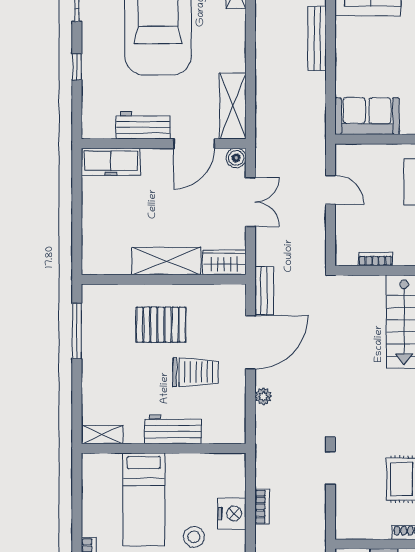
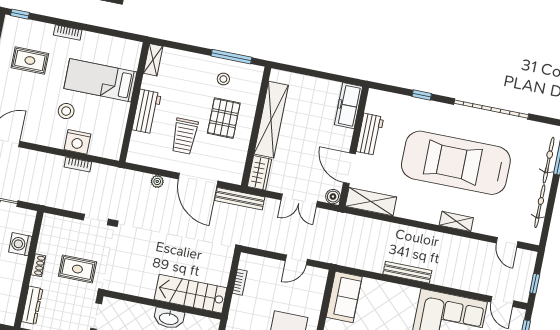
shelving: (166, 261) -> (271, 120), width x1.47
bench: (264, 290) -> (240, 199), width x1.36
stool: (109, 336) -> (223, 79), added

